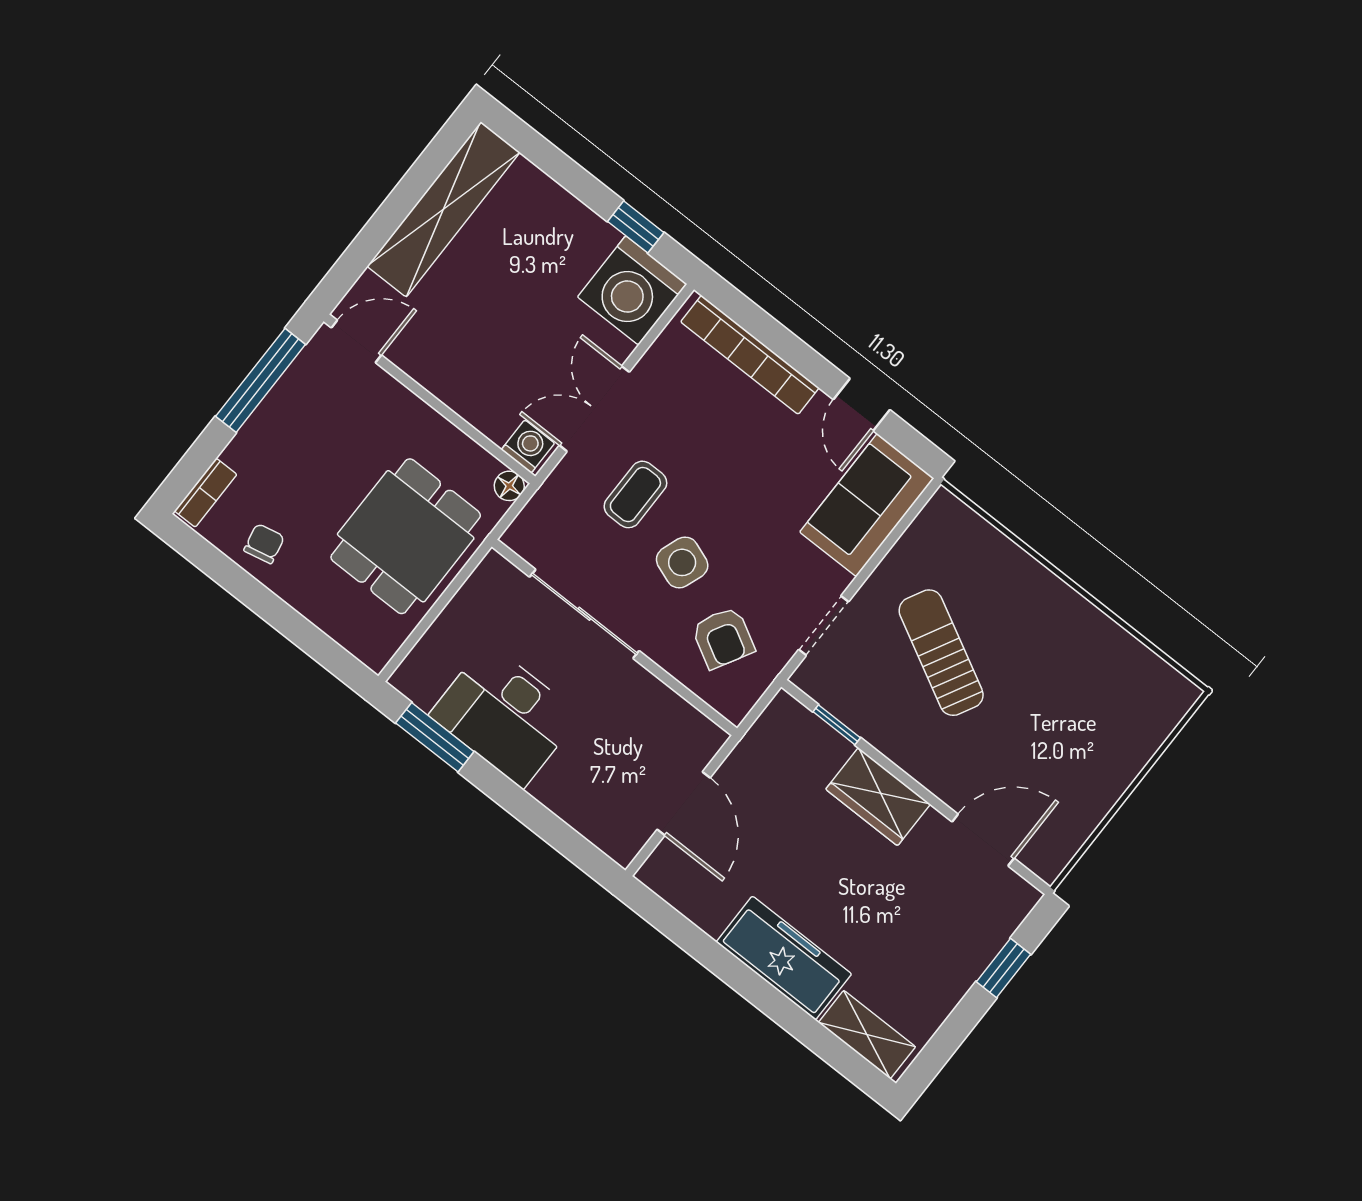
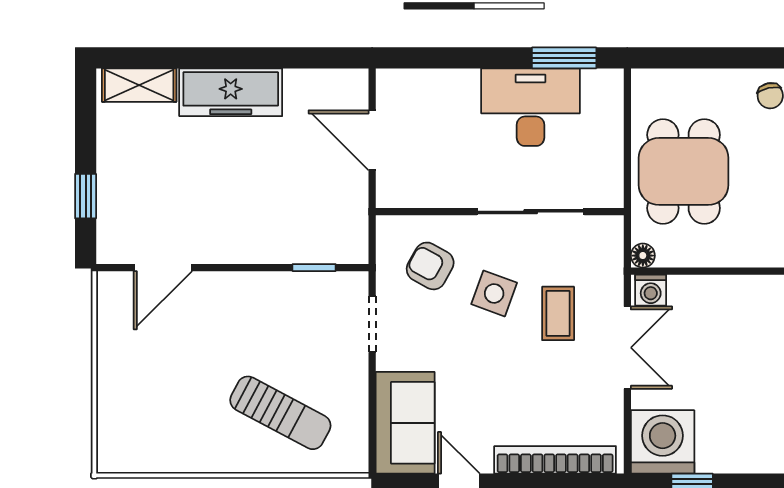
sun lounger: (941, 653) -> (280, 413), moved
wardrobe: (878, 797) -> (252, 242), removed

